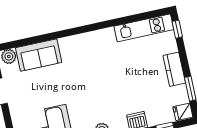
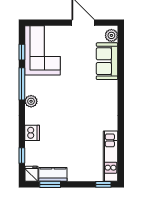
kitchen counter: (174, 69) -> (53, 174), moved

